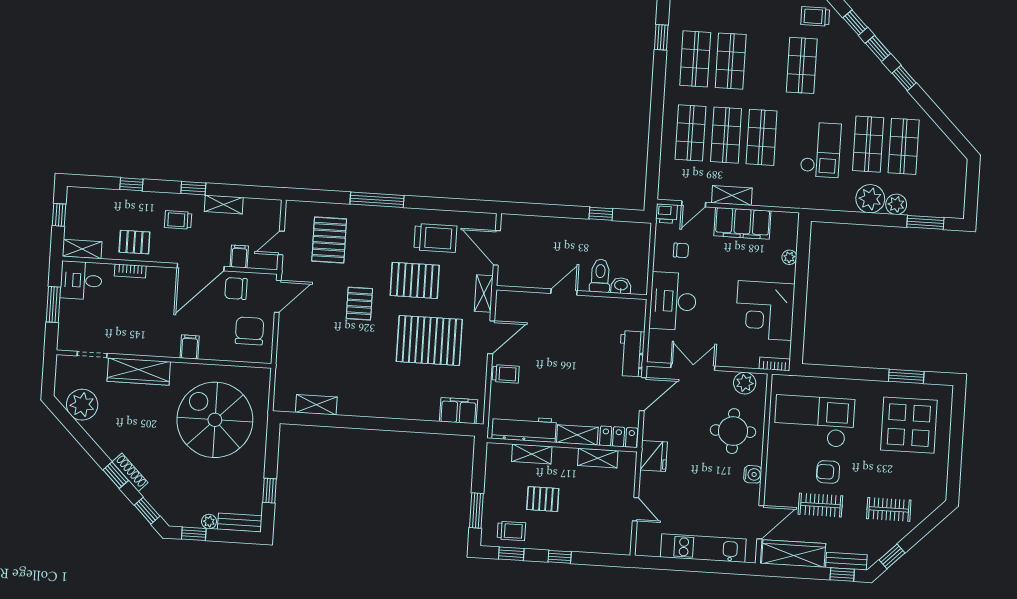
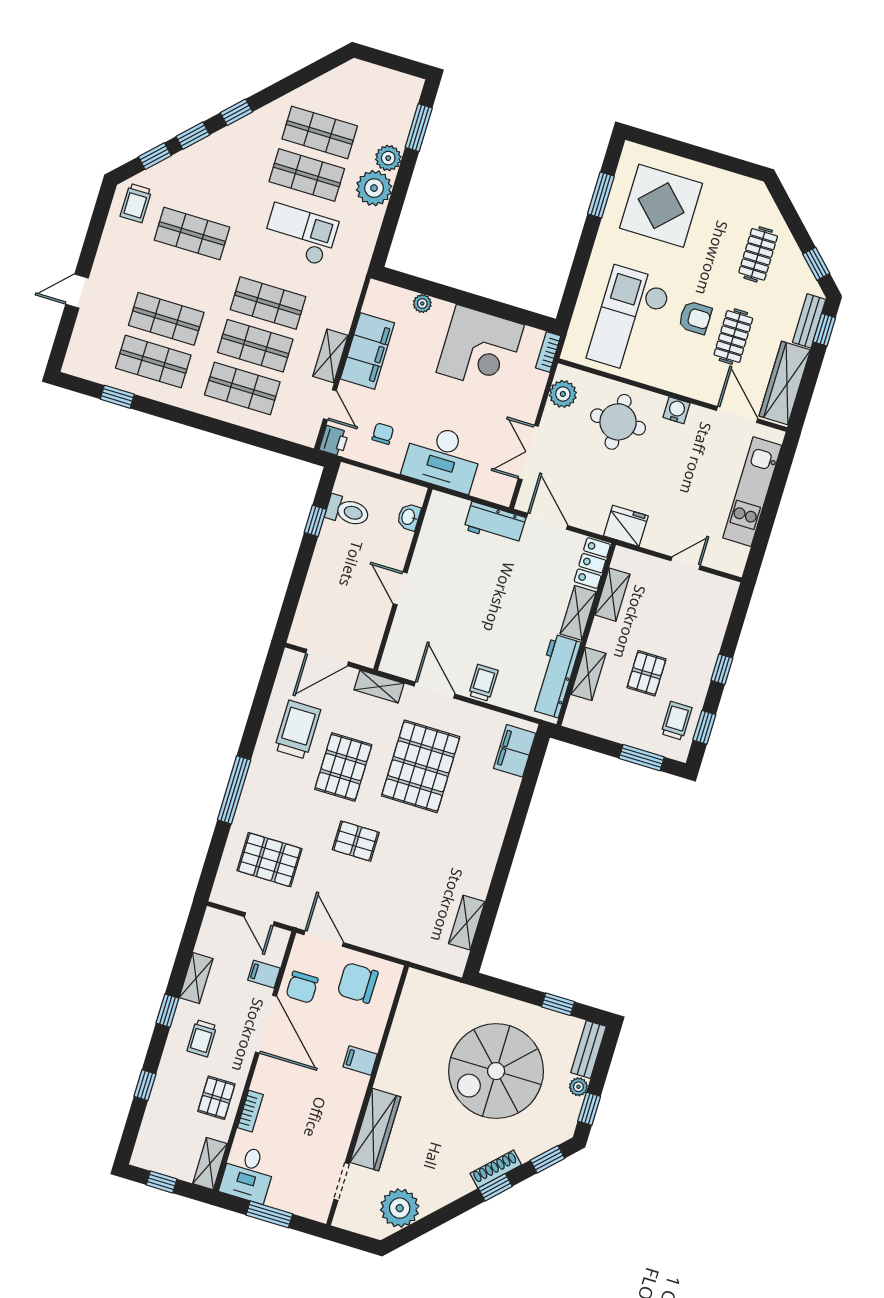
toilet: (600, 276) -> (348, 511), moved, turned 180
spiral stairs: (215, 420) -> (496, 1071), moved
armchair: (828, 472) -> (695, 318), turned -90

